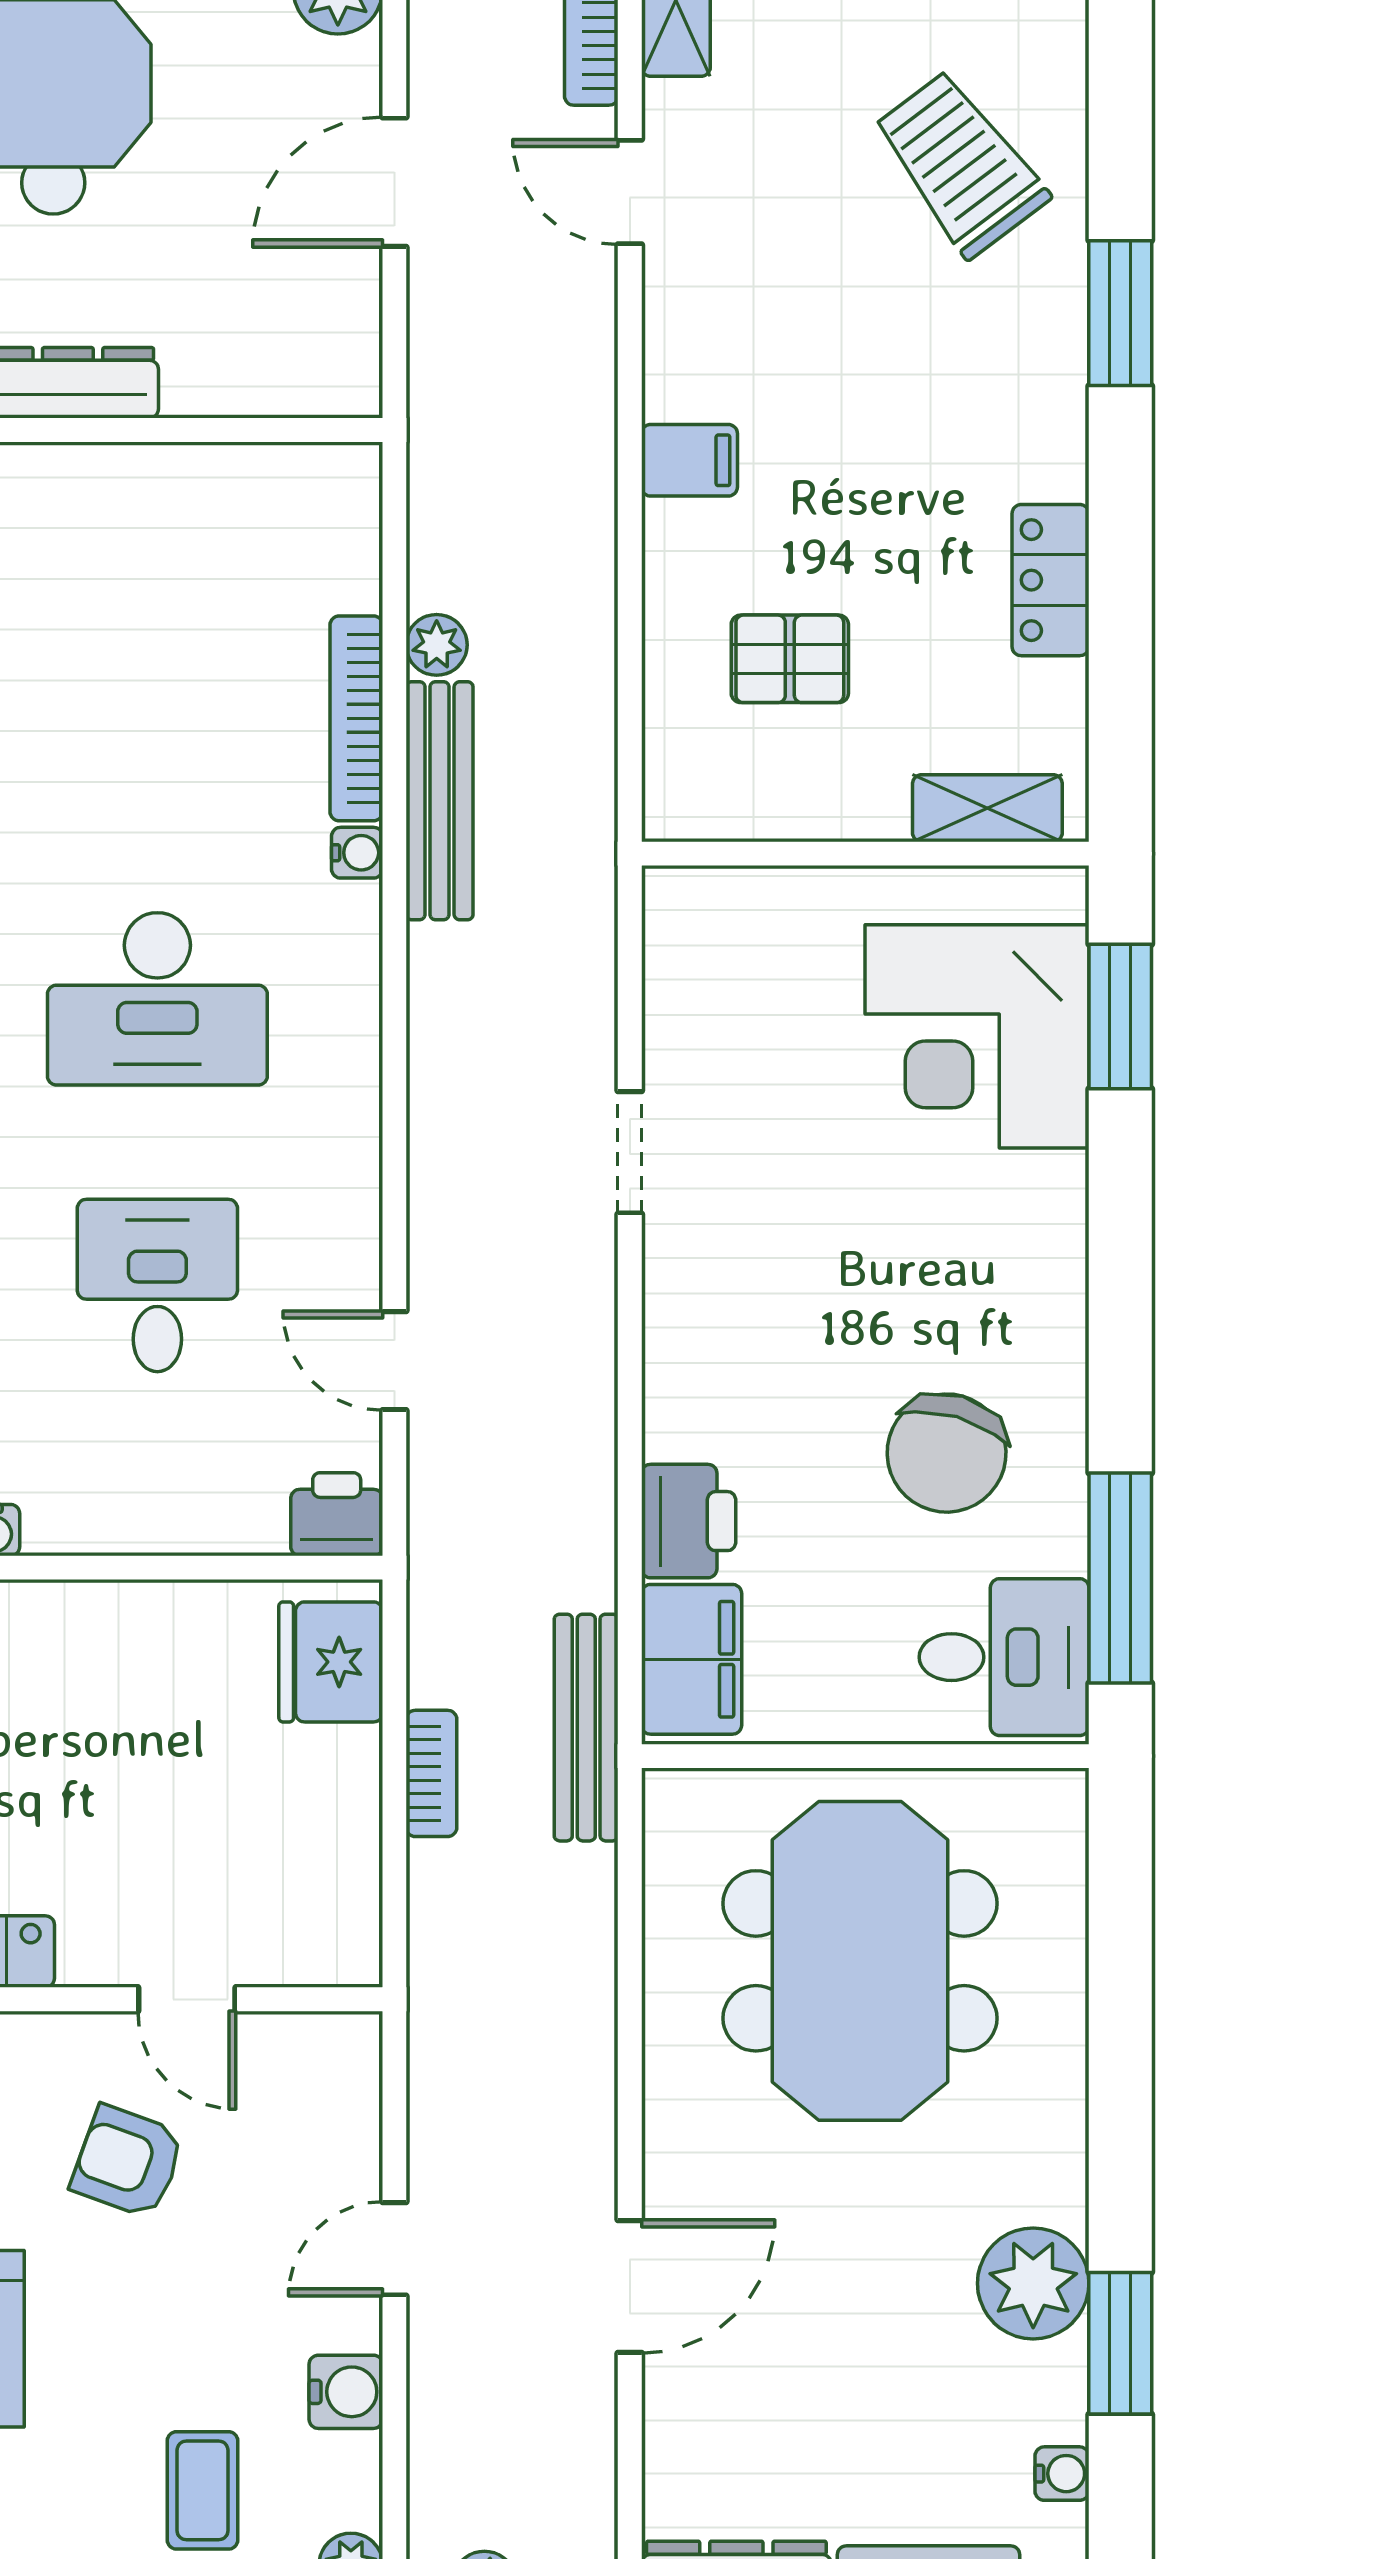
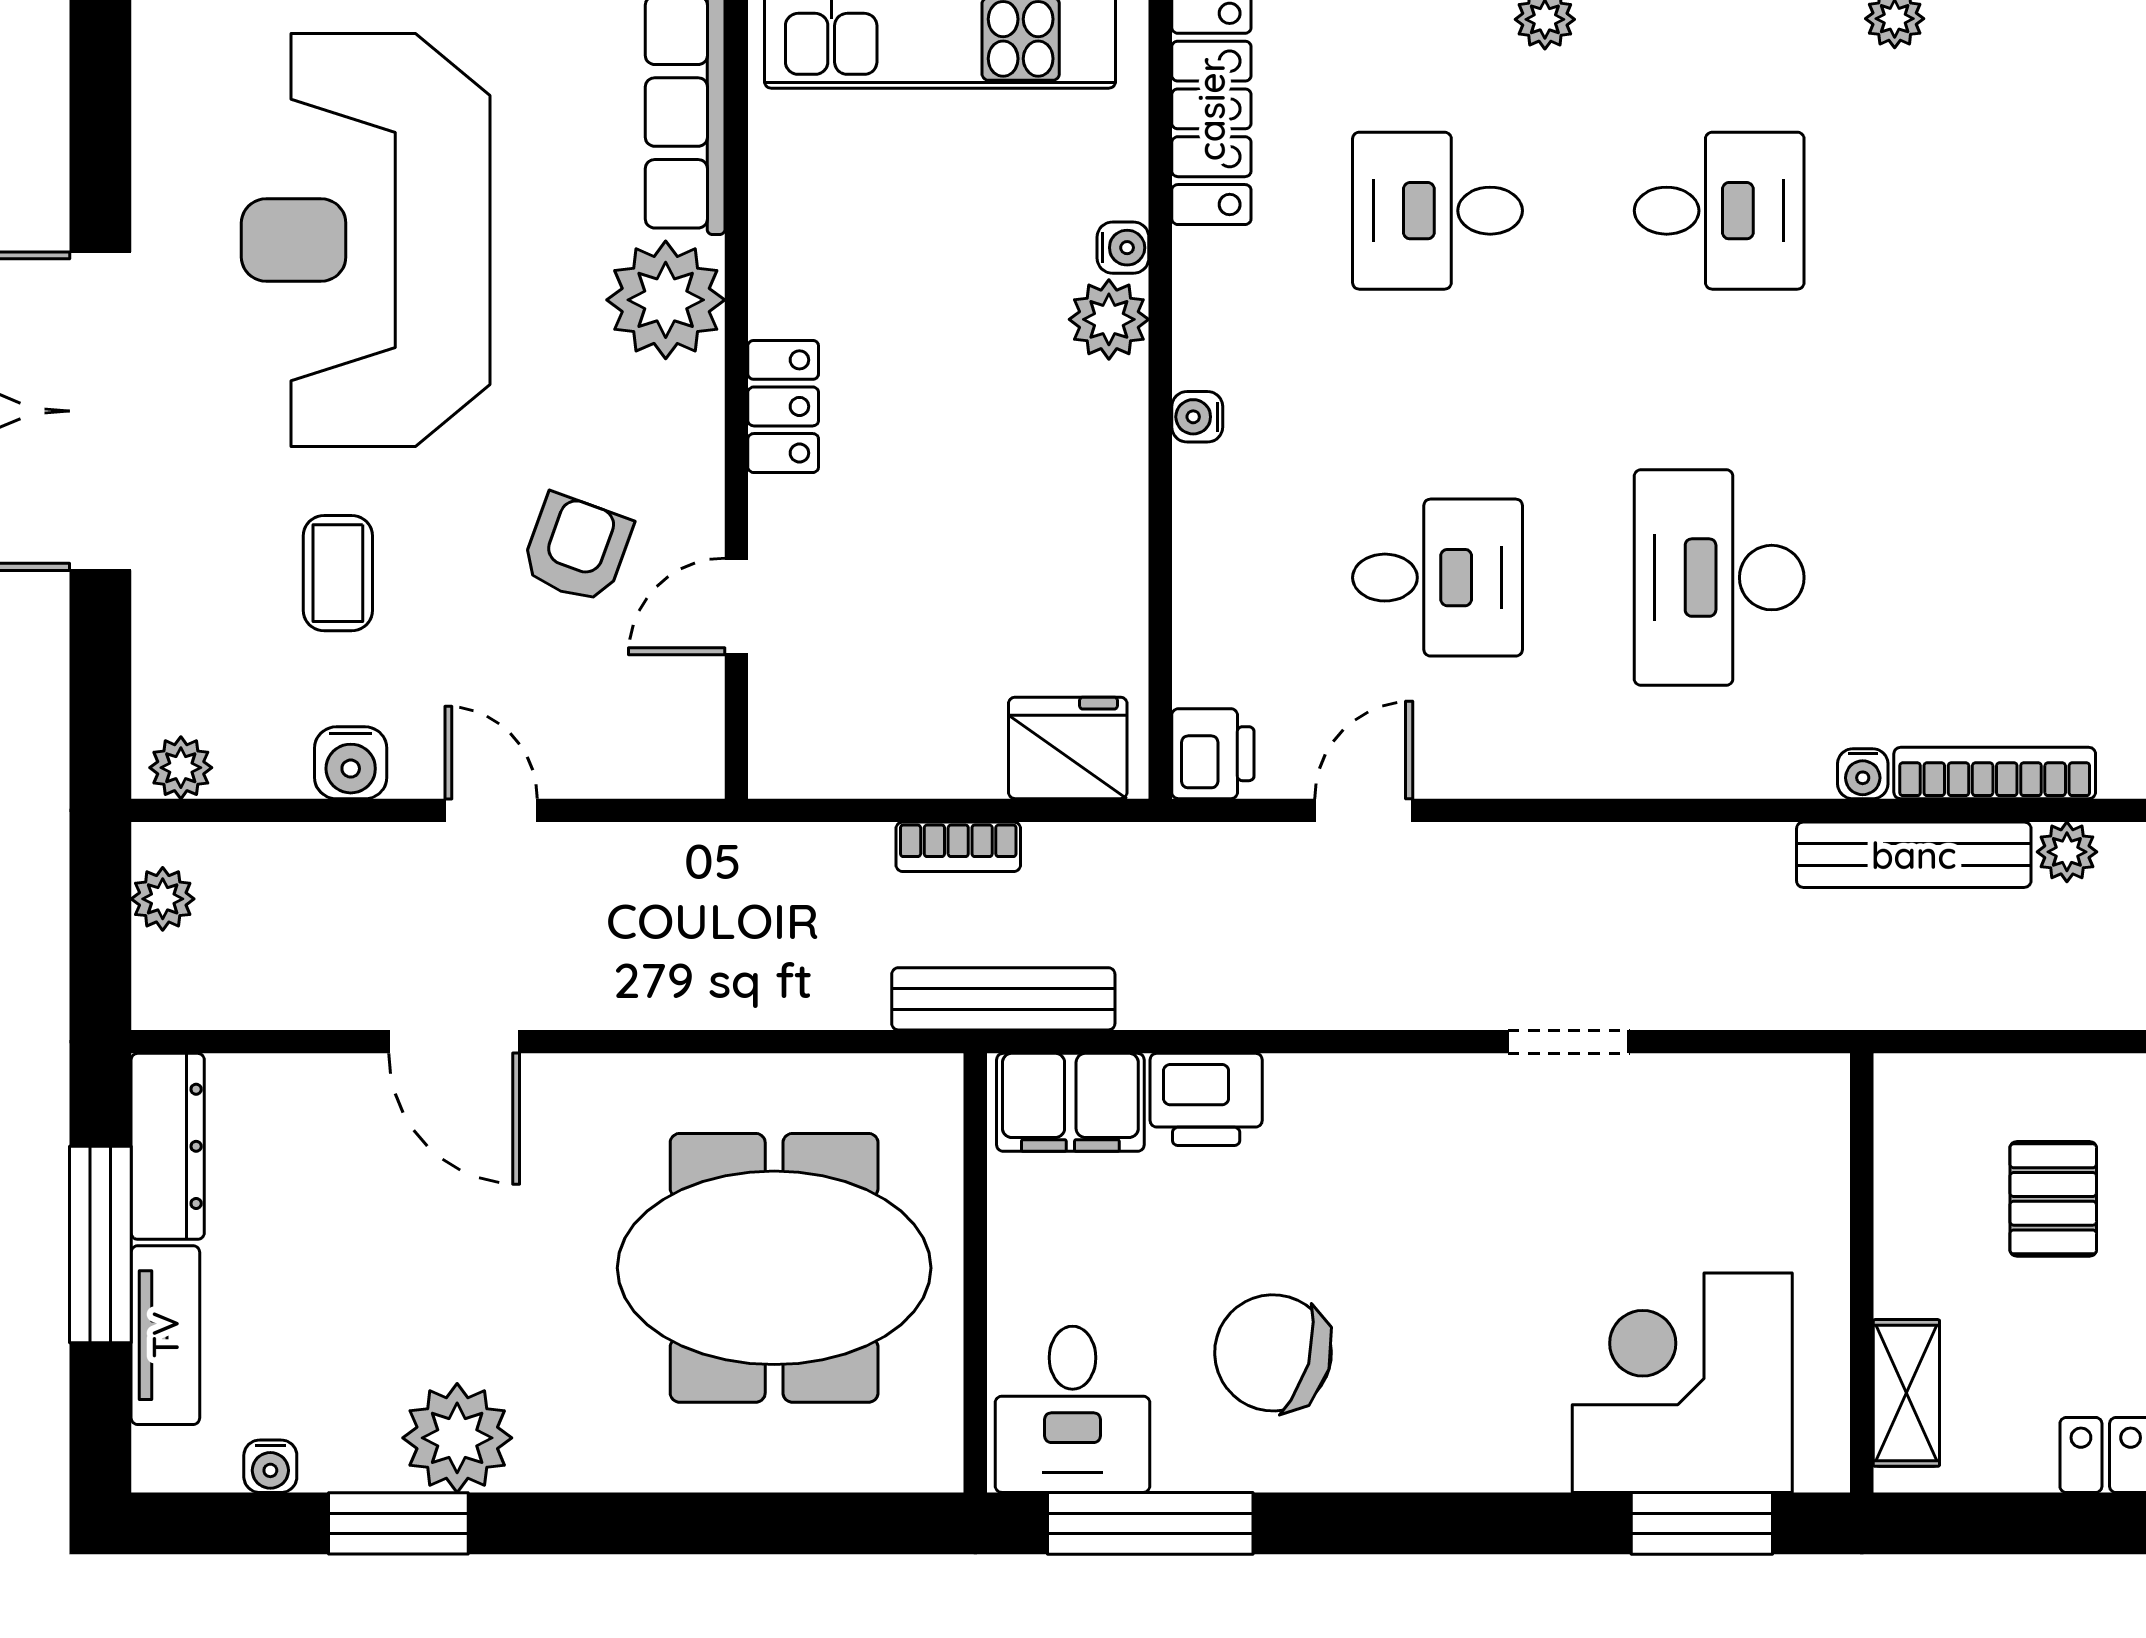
coffee table: (203, 2490) -> (338, 573), moved, turned 90

